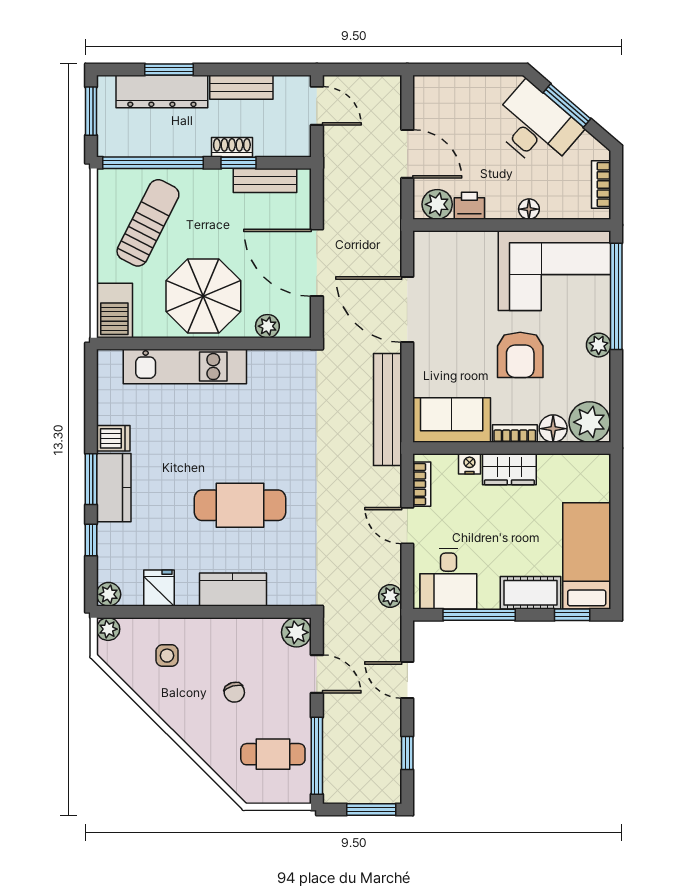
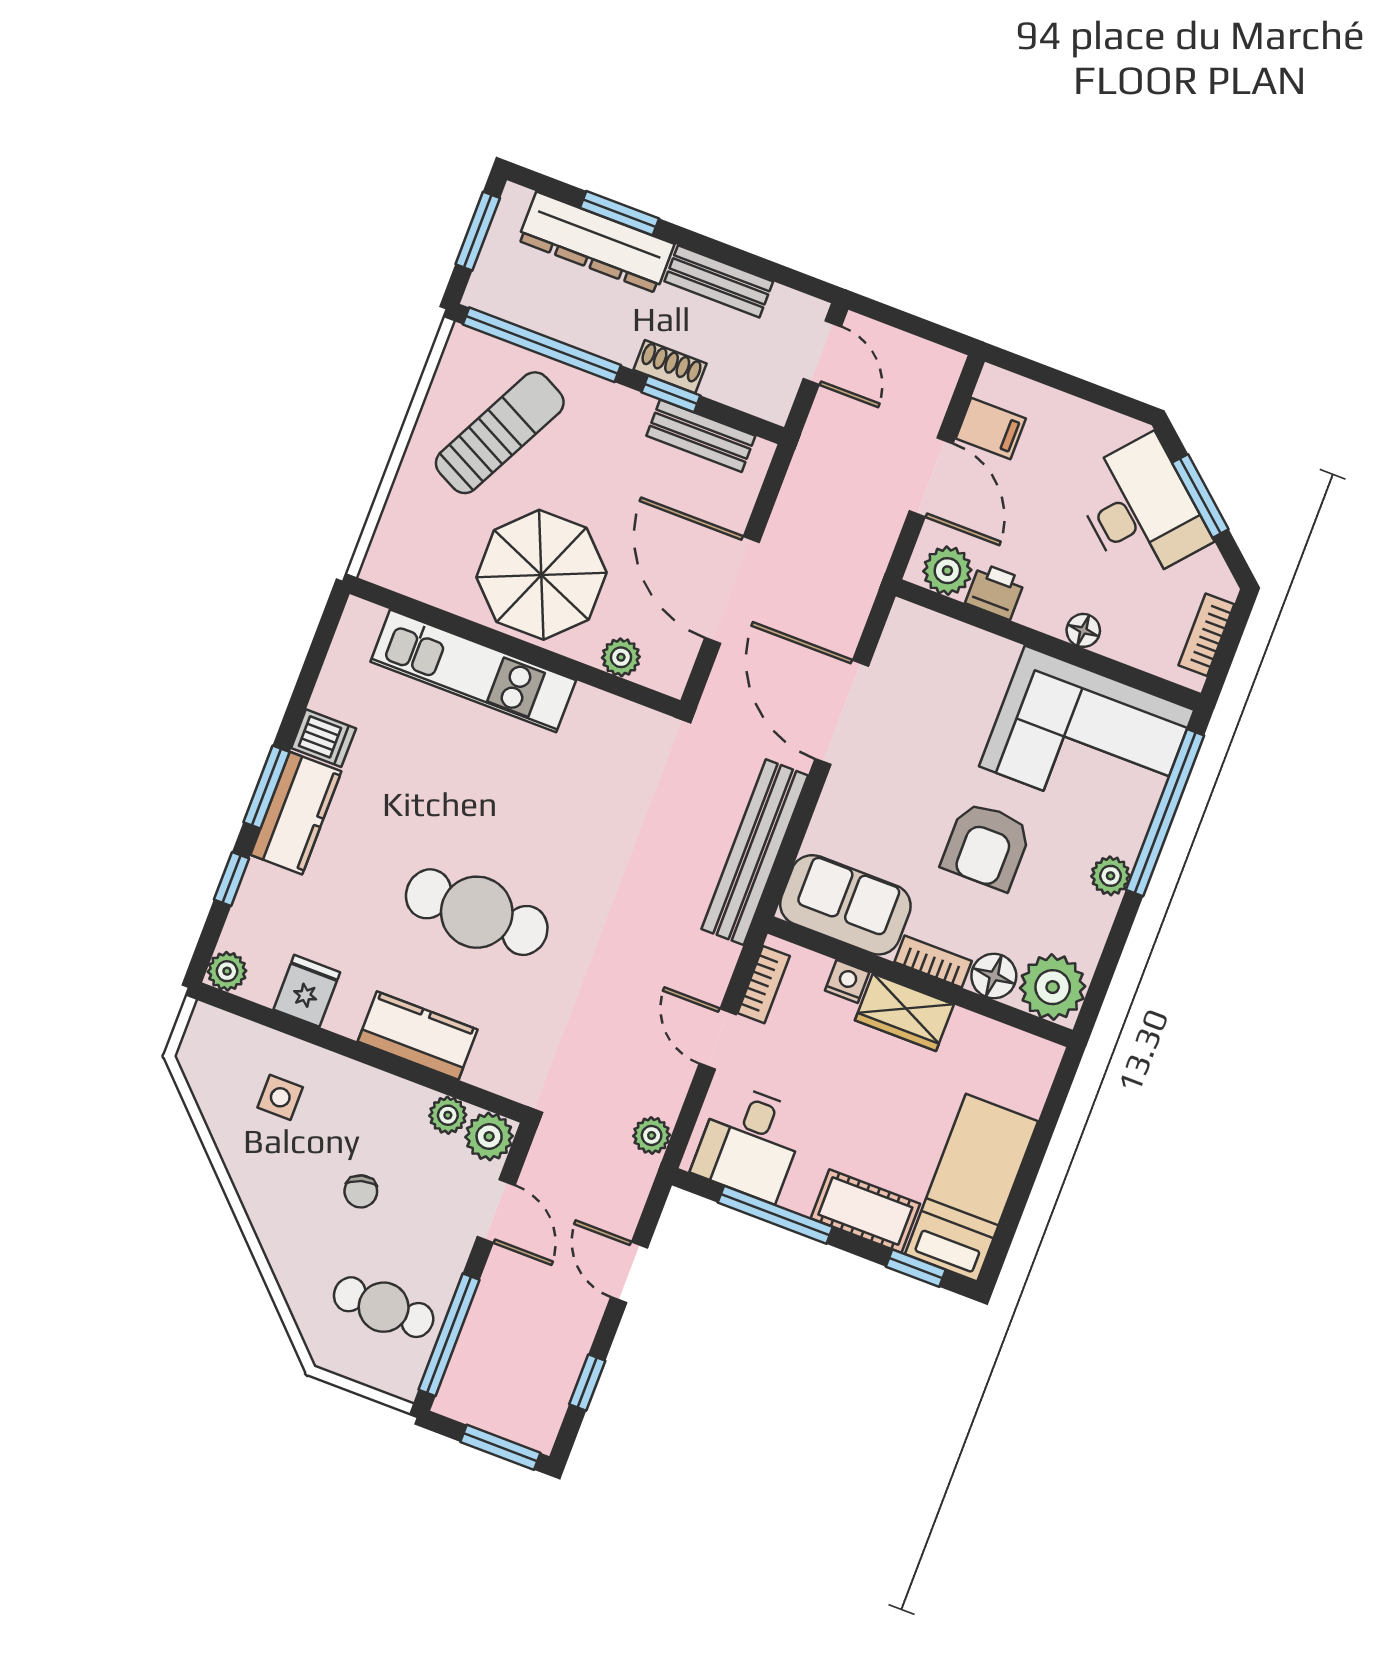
filing cabinet: (431, 113) -> (991, 428), added
barbecue: (114, 311) -> (399, 546), removed
plant: (108, 629) -> (448, 1115), moved

